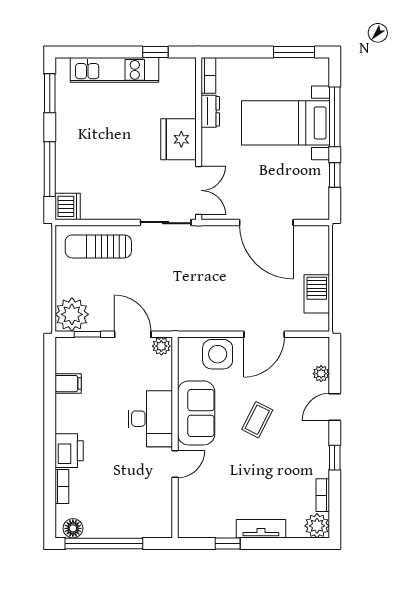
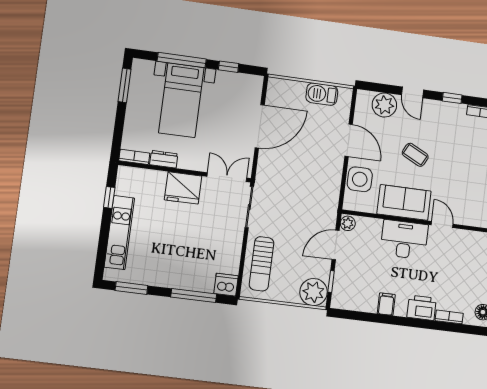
plant: (321, 374) -> (384, 105), width x1.88, depth x1.88
filing cabinet: (68, 384) -> (386, 304), moved

